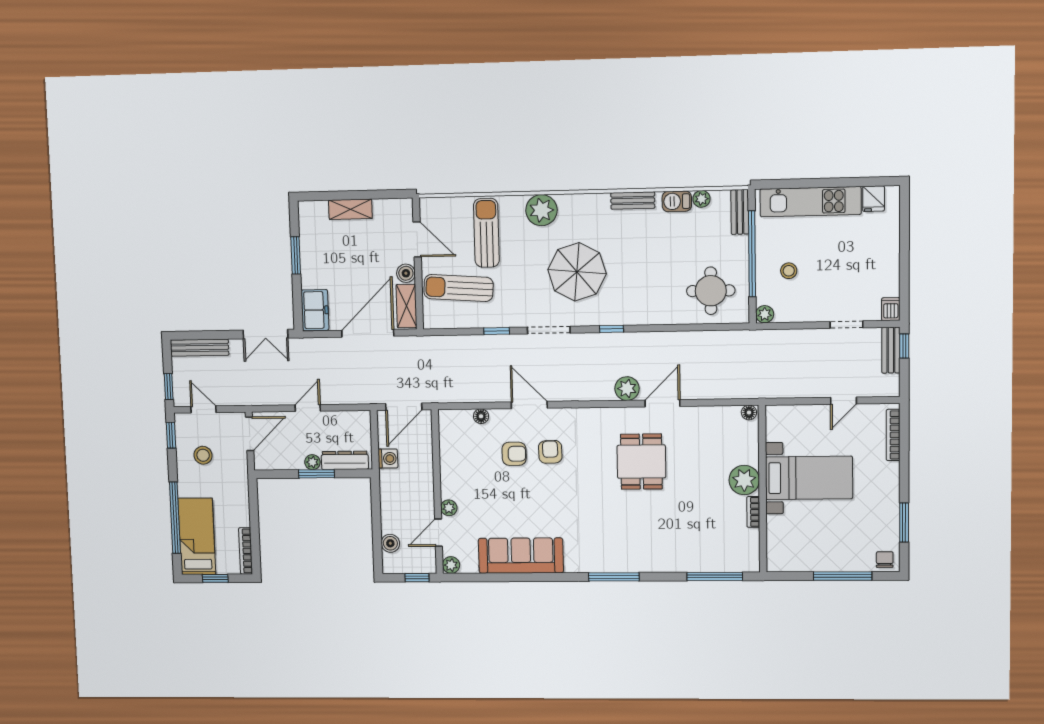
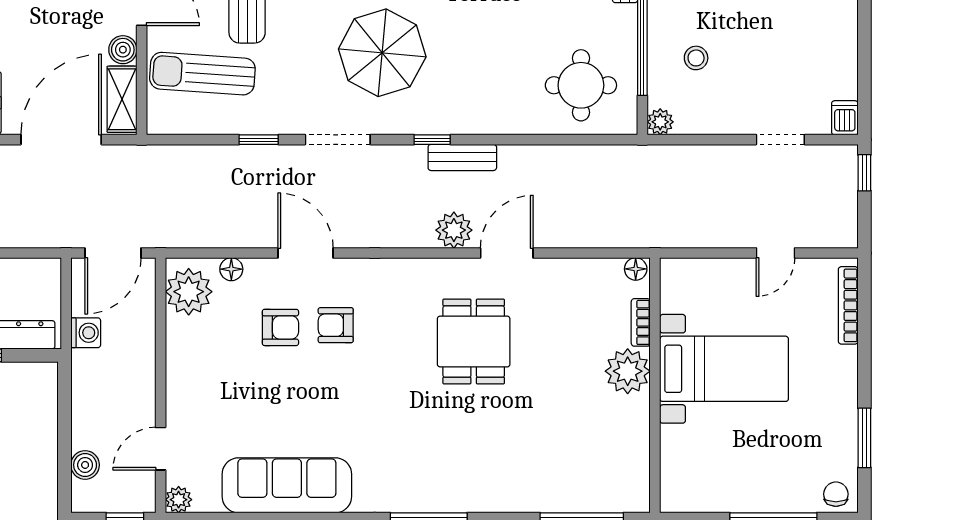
bench: (891, 350) -> (462, 157), moved, turned 90
armchair: (550, 452) -> (336, 325), turned -88
plant: (449, 508) -> (189, 292), moved, width x1.87, depth x1.87
bookcase: (753, 512) -> (641, 322), moved

